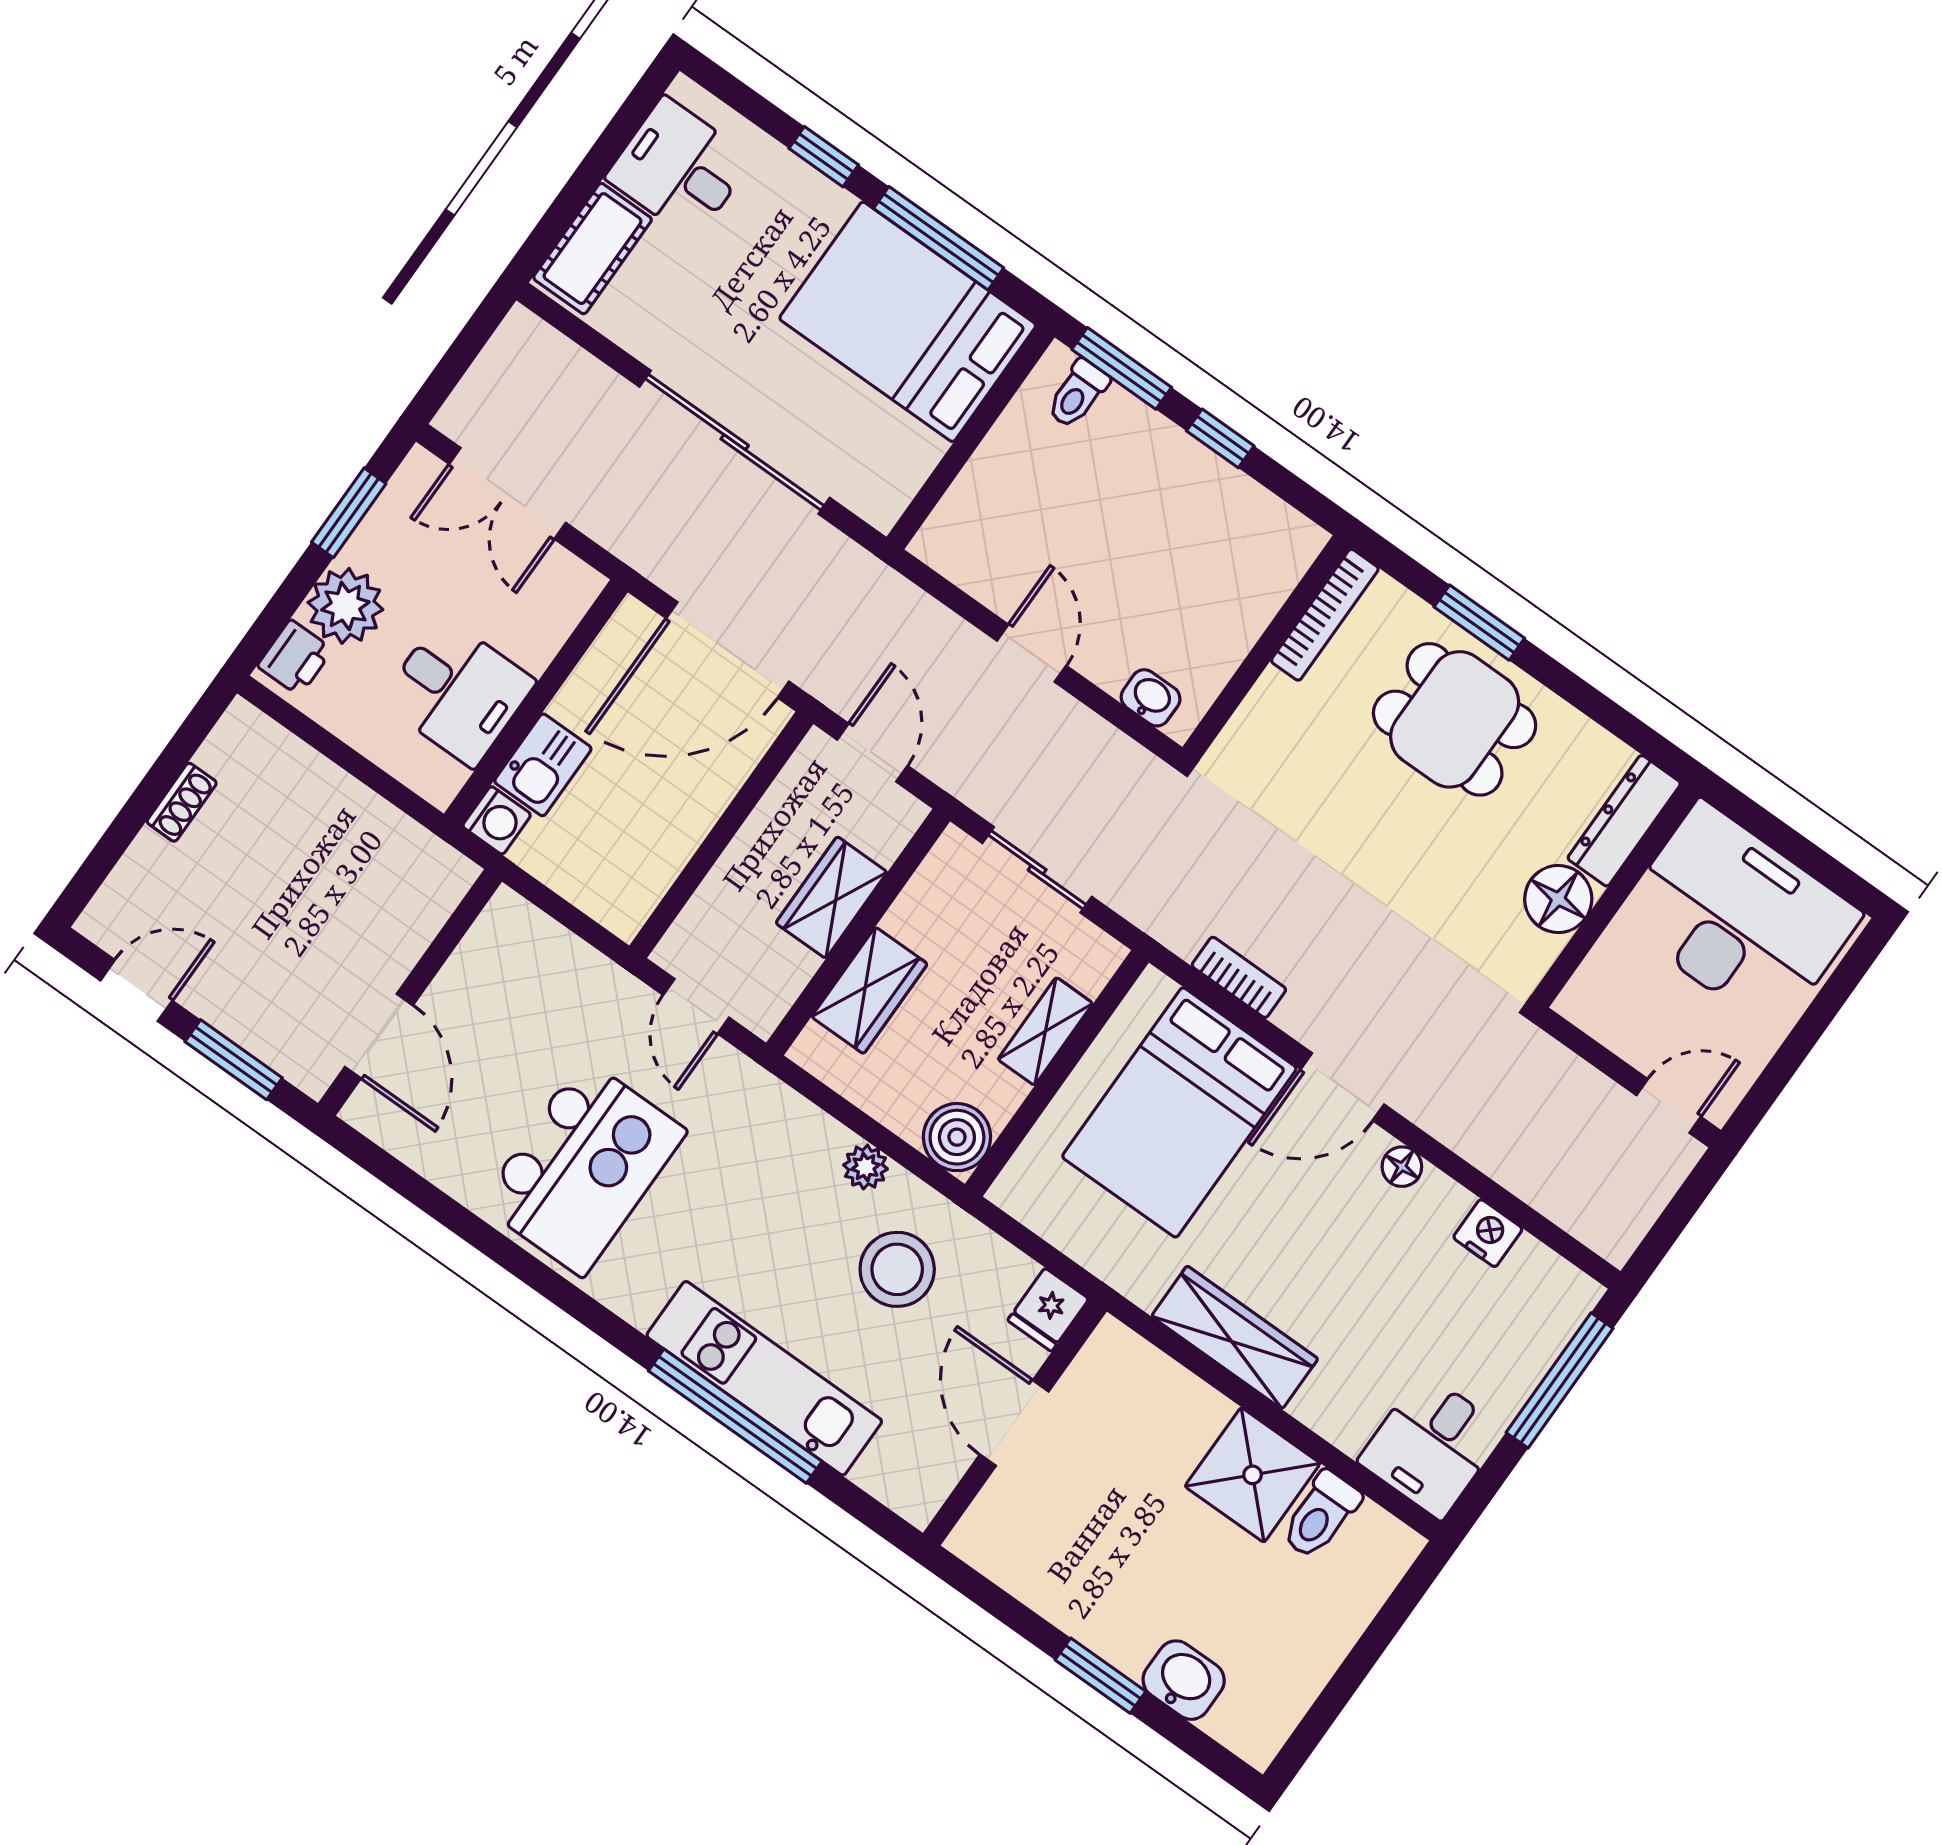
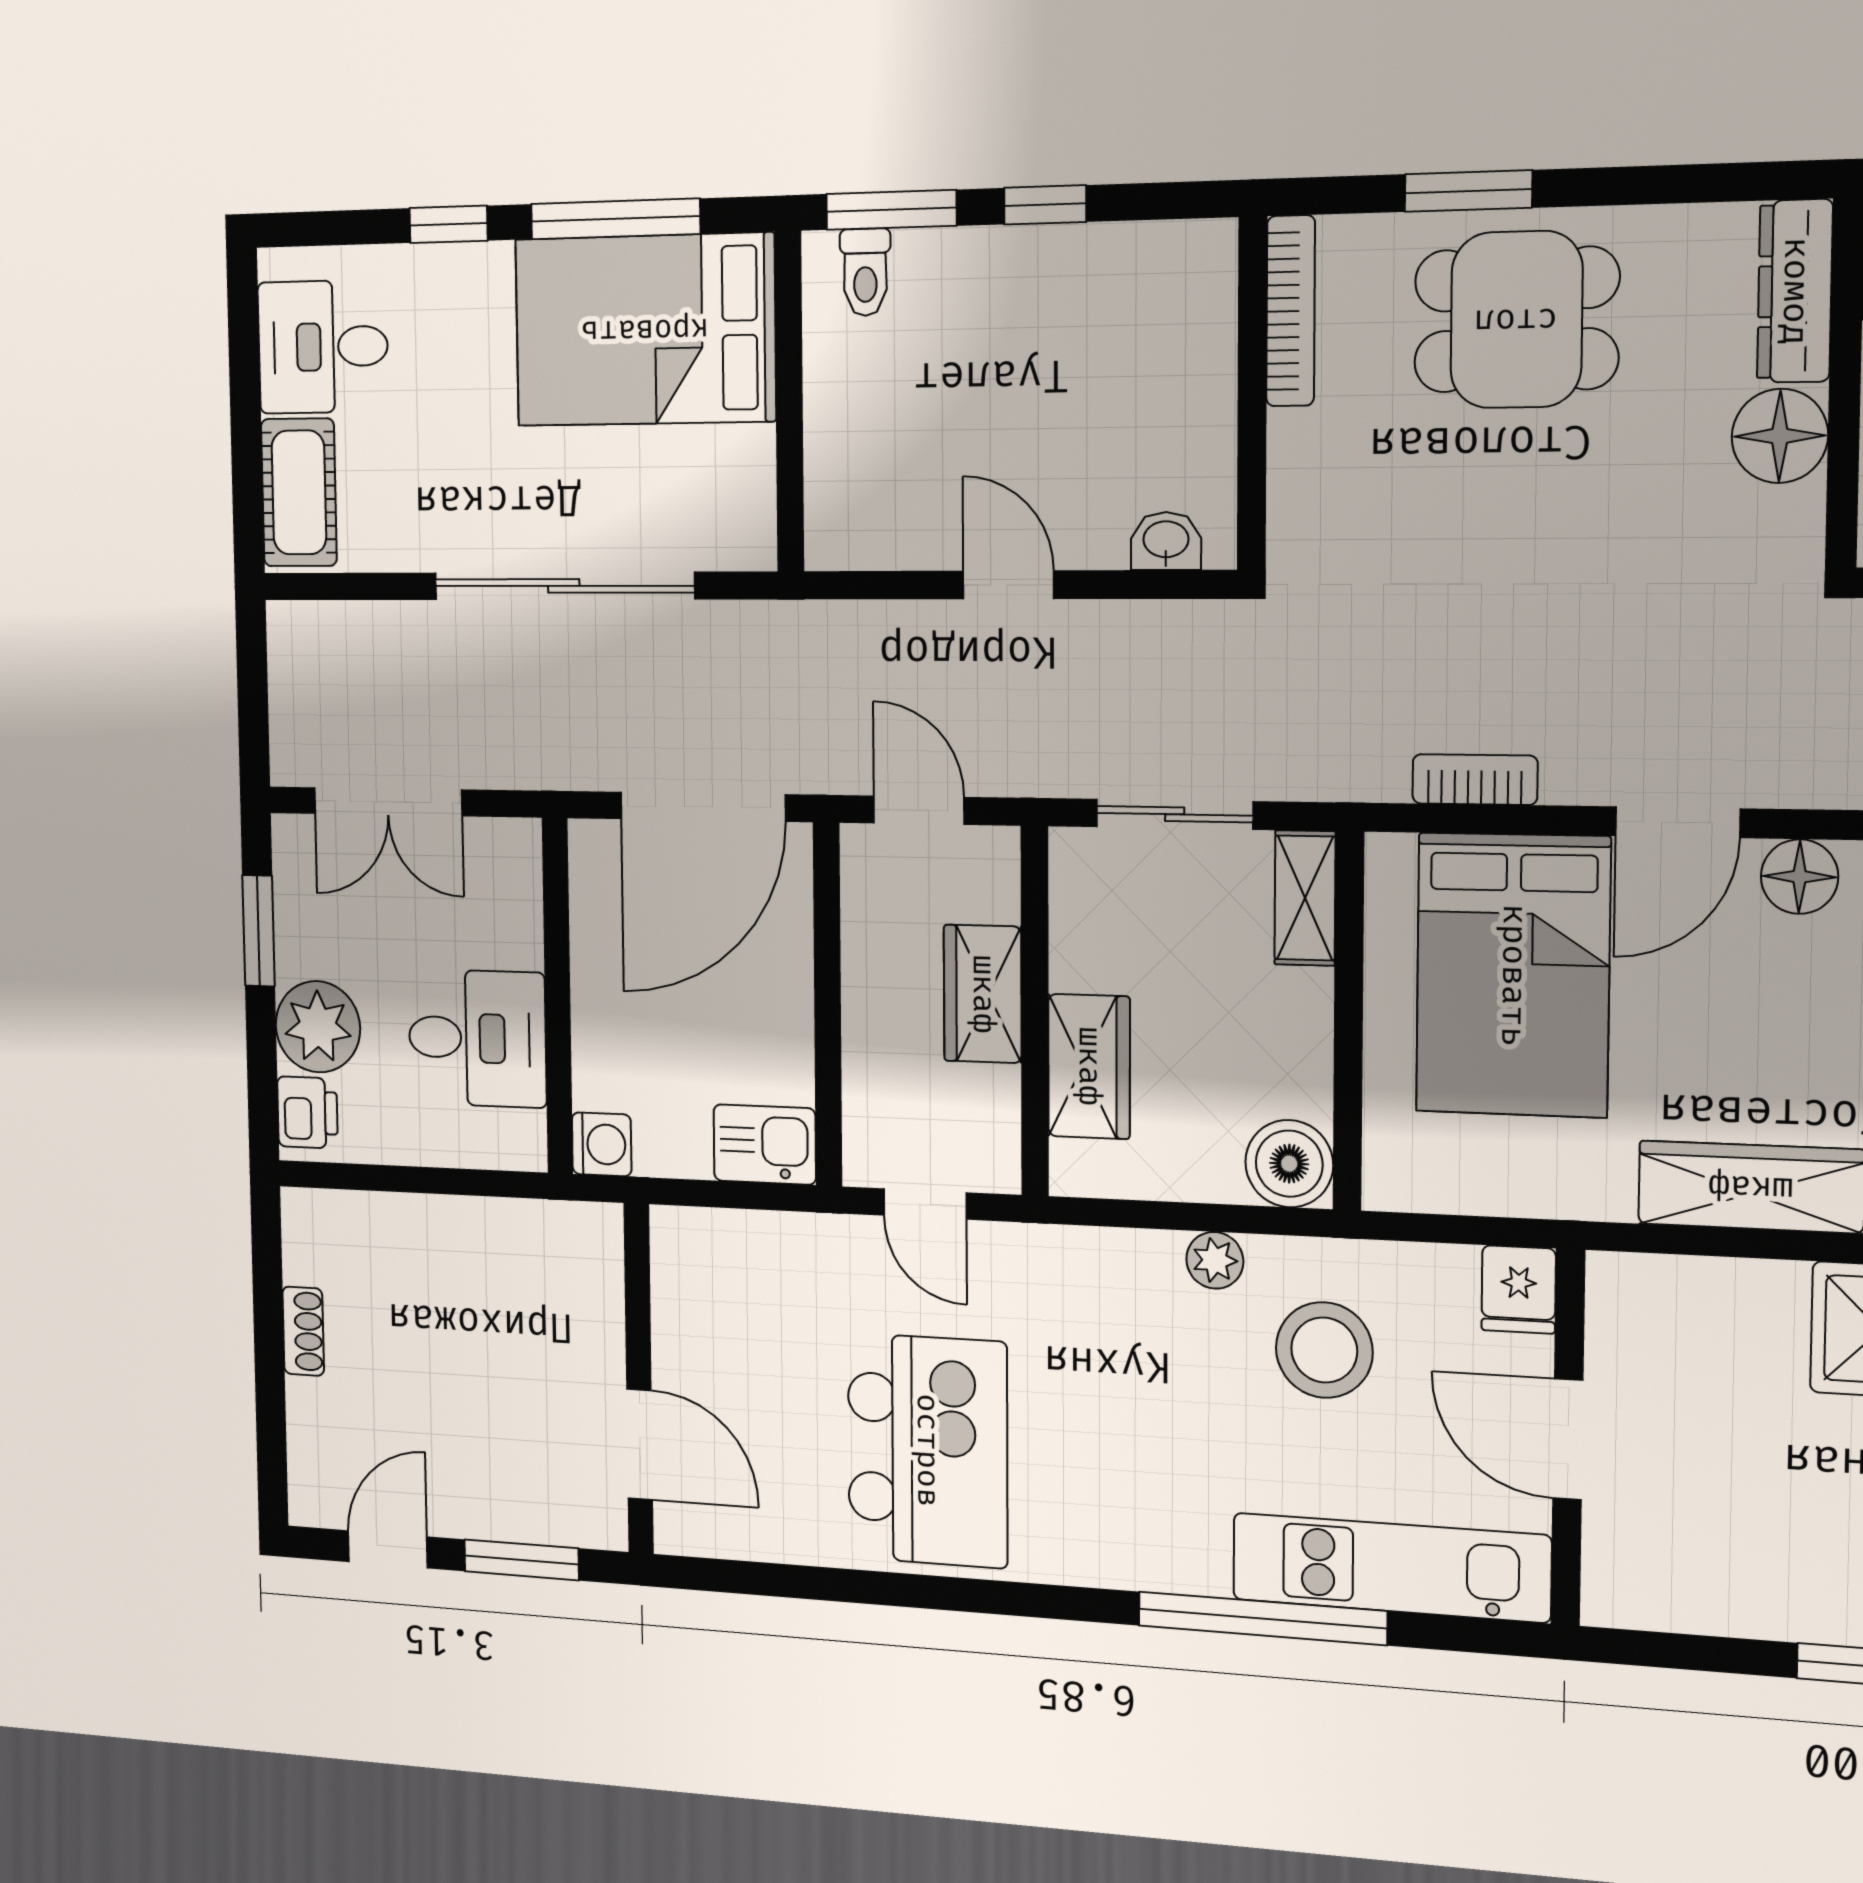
kitchen sink: (543, 765) -> (765, 1145), moved, turned -90
shelving: (1045, 1031) -> (1305, 898), moved
floor lamp: (1402, 1167) -> (1799, 877), width x1.37, depth x1.37
kitchen unit: (764, 1378) -> (1391, 1567), moved

